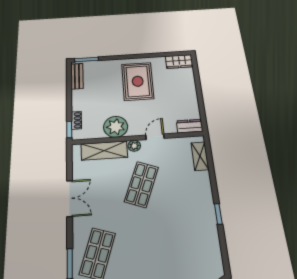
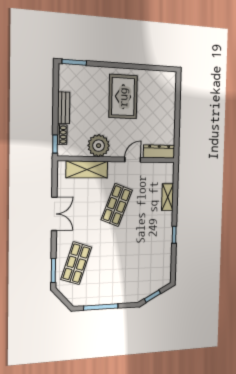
wardrobe: (179, 61) -> (164, 78), removed
bench: (77, 76) -> (64, 108), moved
dresser: (190, 126) -> (159, 152), width x1.44
plant: (134, 146) -> (114, 167), removed
shelving: (200, 156) -> (168, 197), moved

